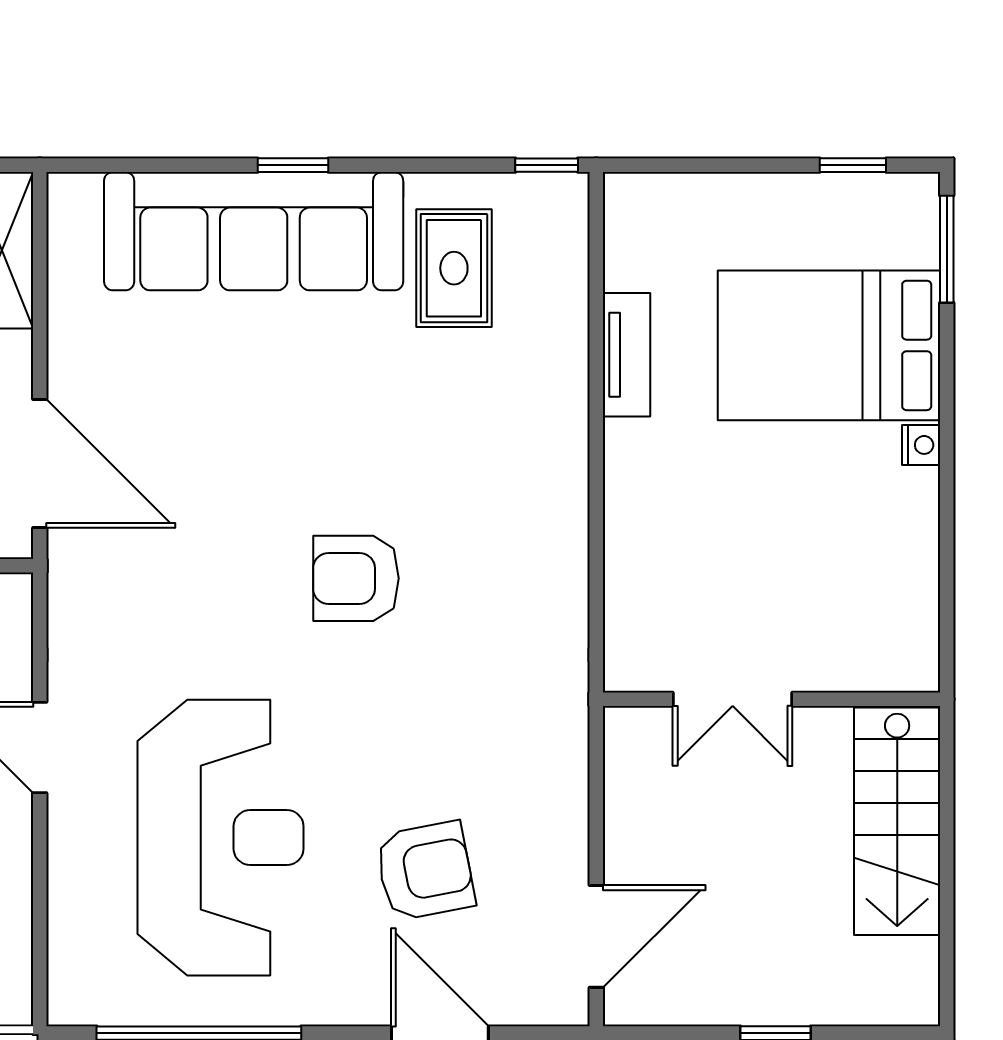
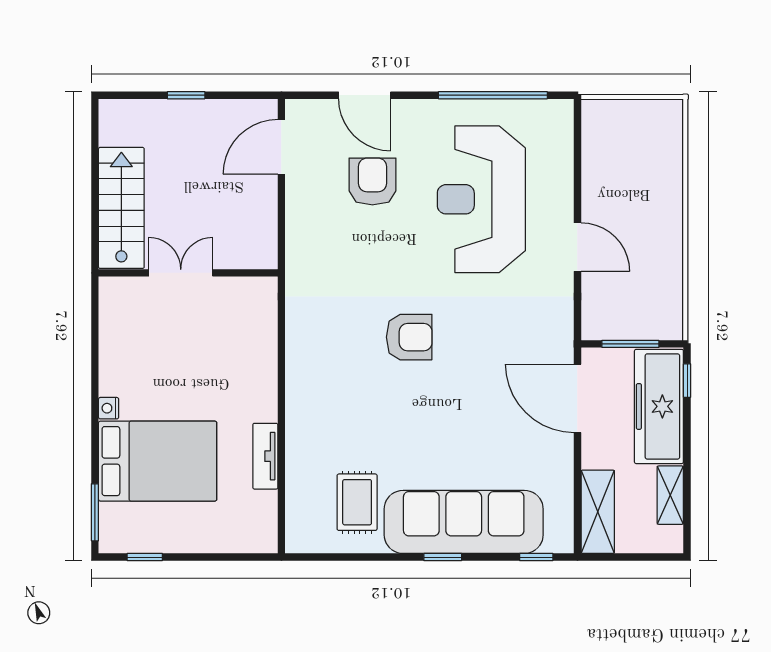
window: (547, 165) -> (536, 557), moved
double door: (733, 699) -> (181, 273), moved
armchair: (425, 871) -> (372, 182), turned 101

